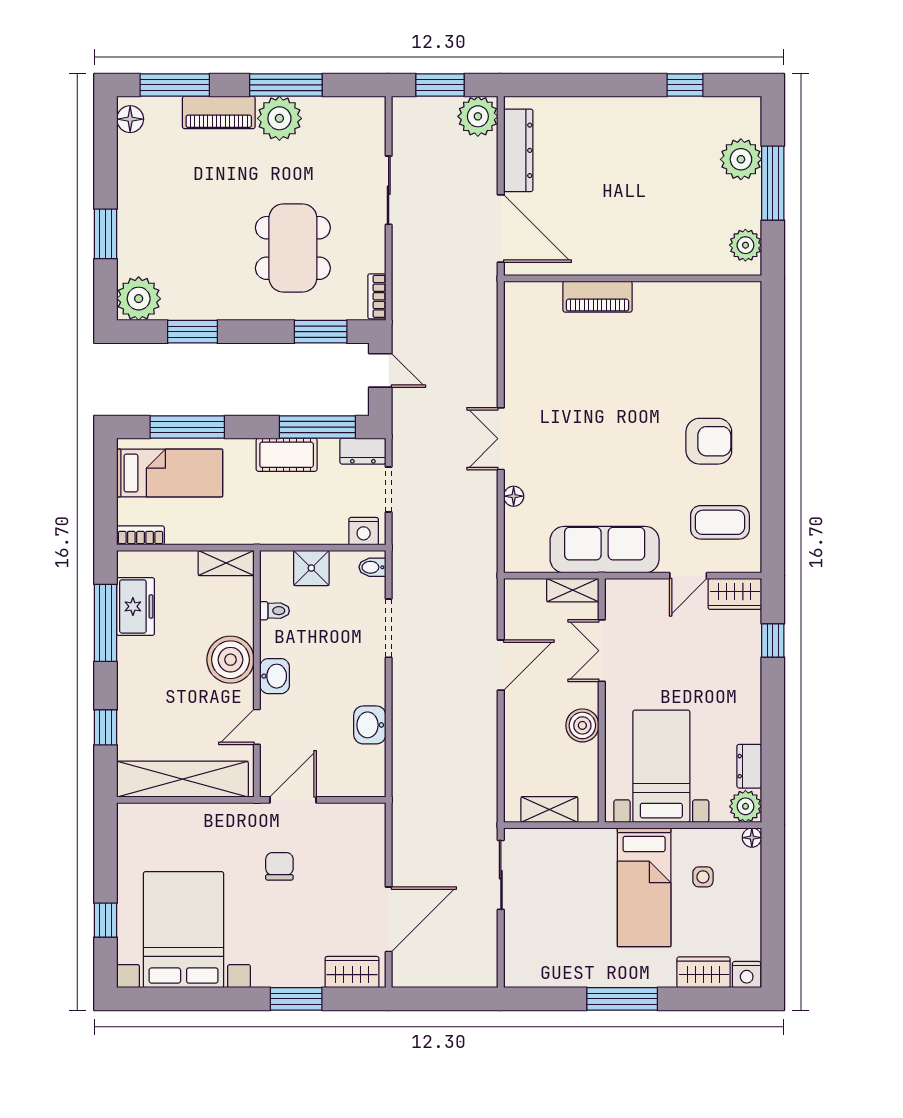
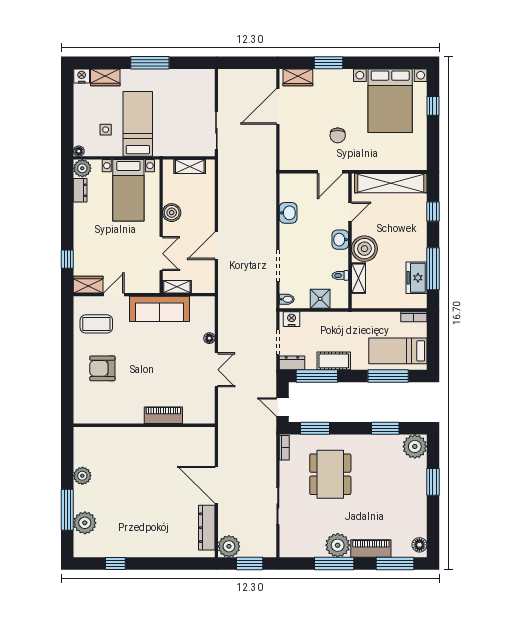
wall: (633, 278) -> (144, 425), moved
piano: (598, 297) -> (163, 415), moved
shelving: (226, 563) -> (358, 278), moved, turned 90

